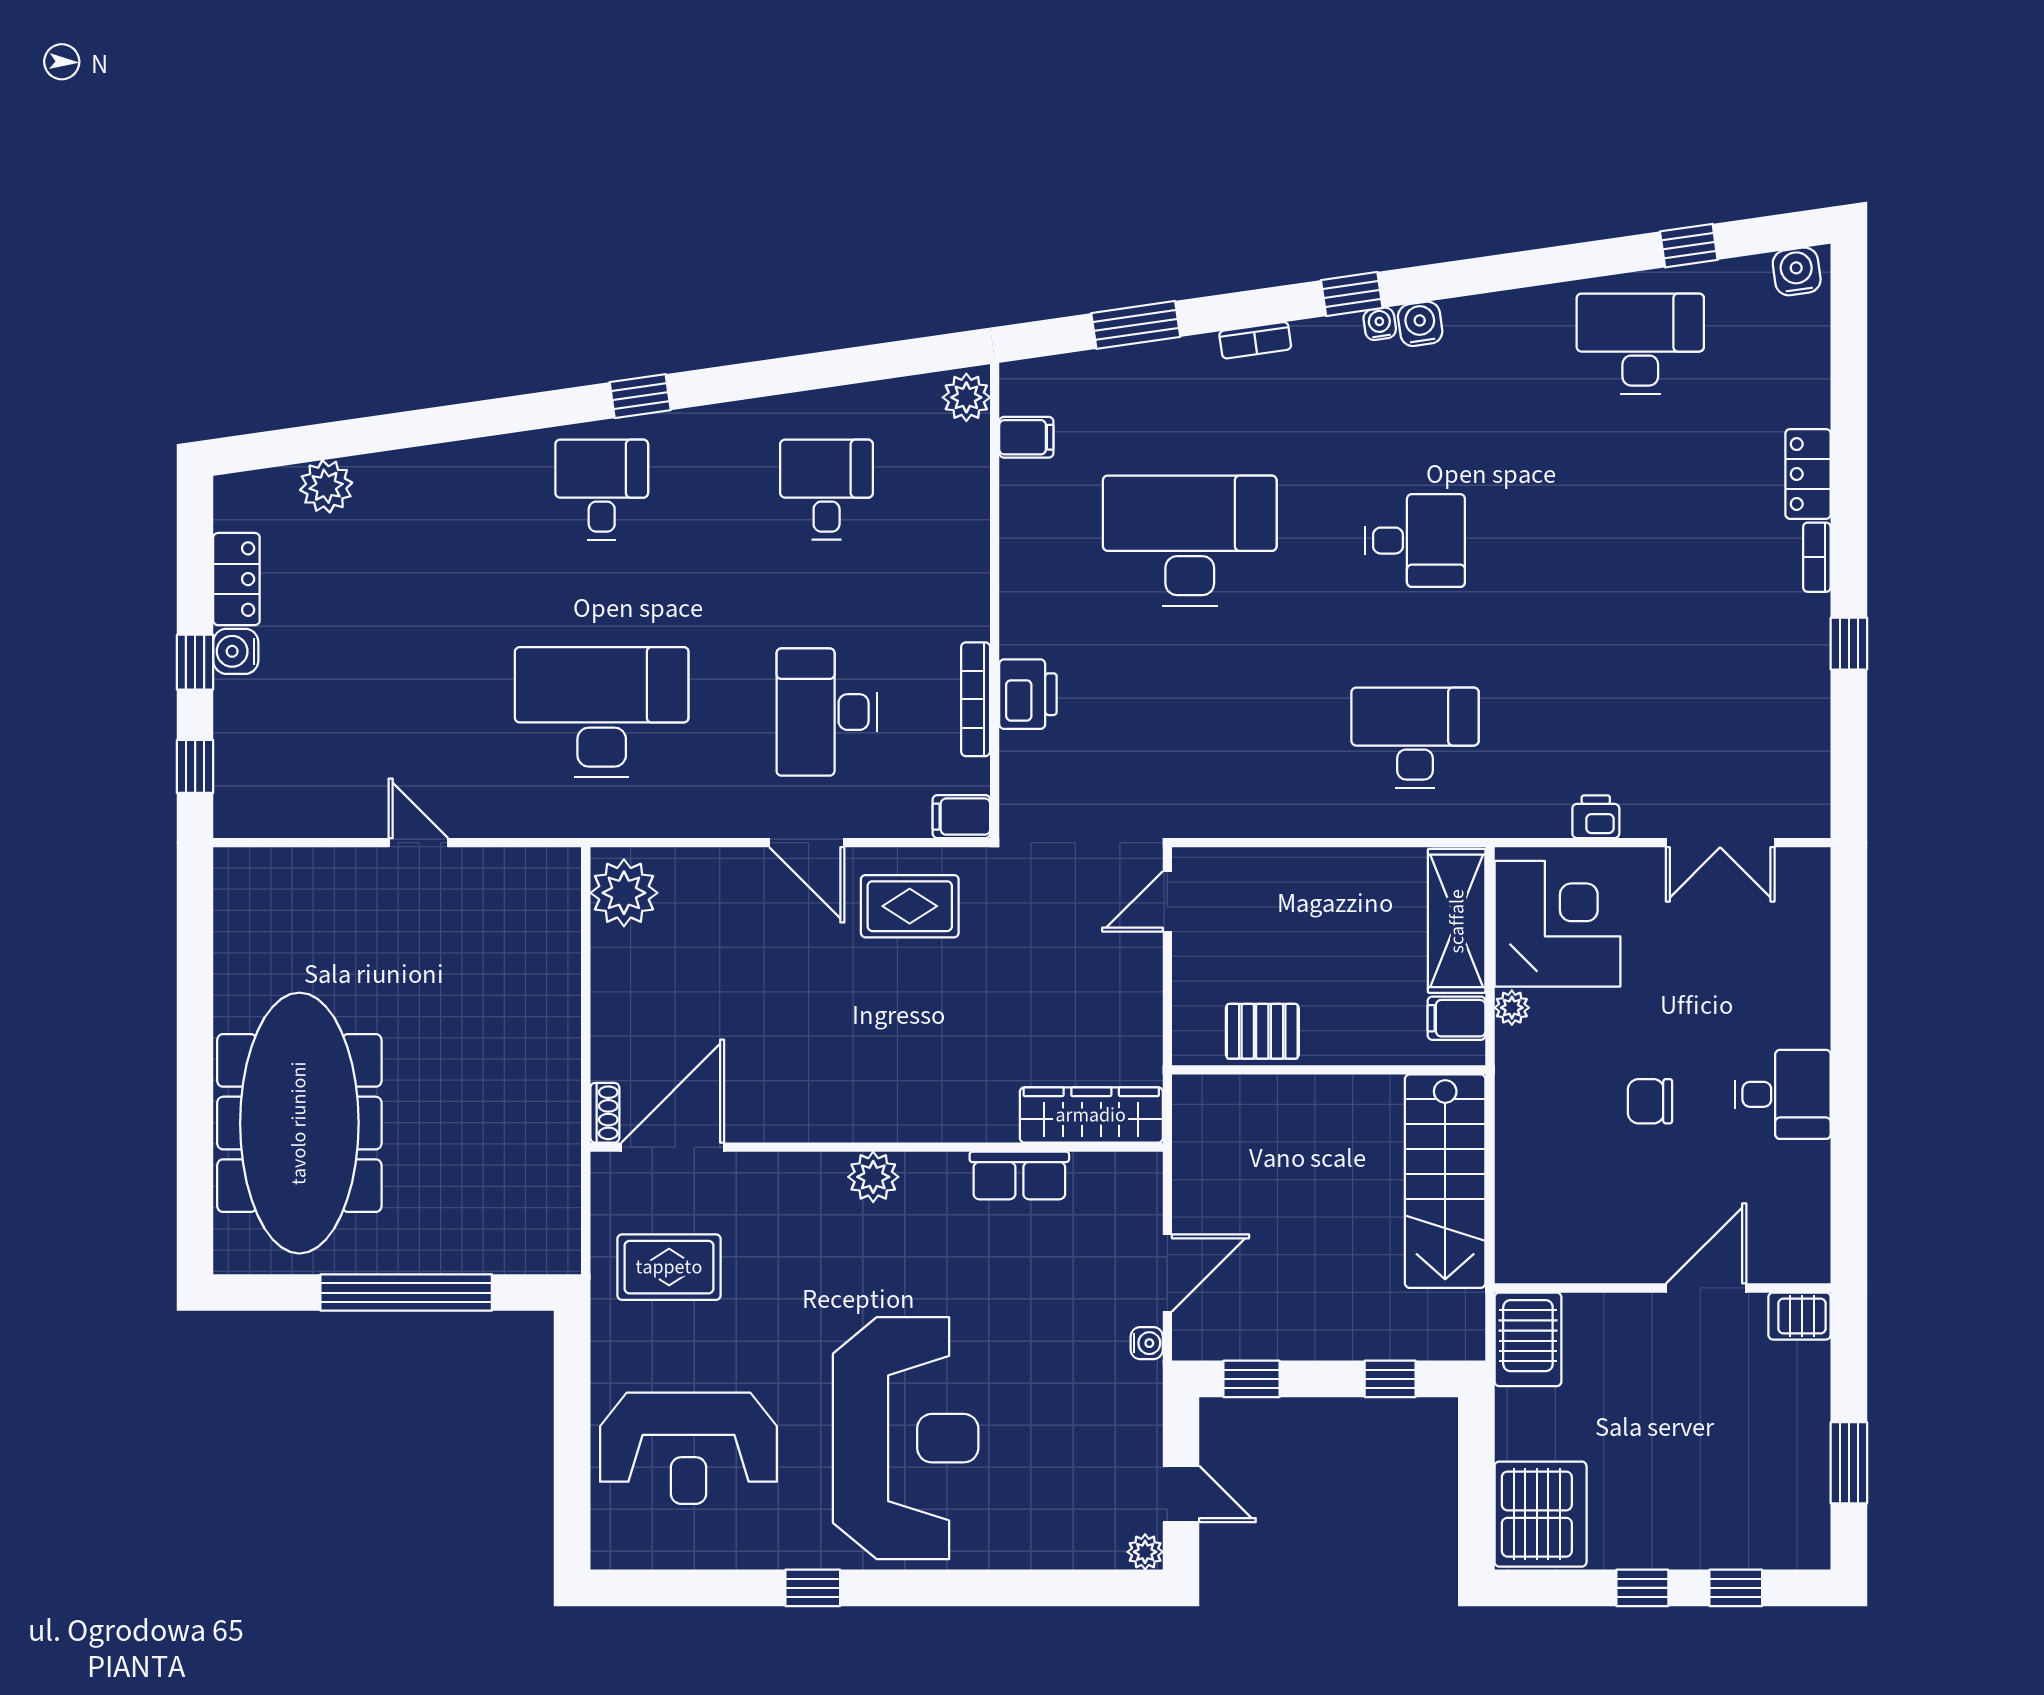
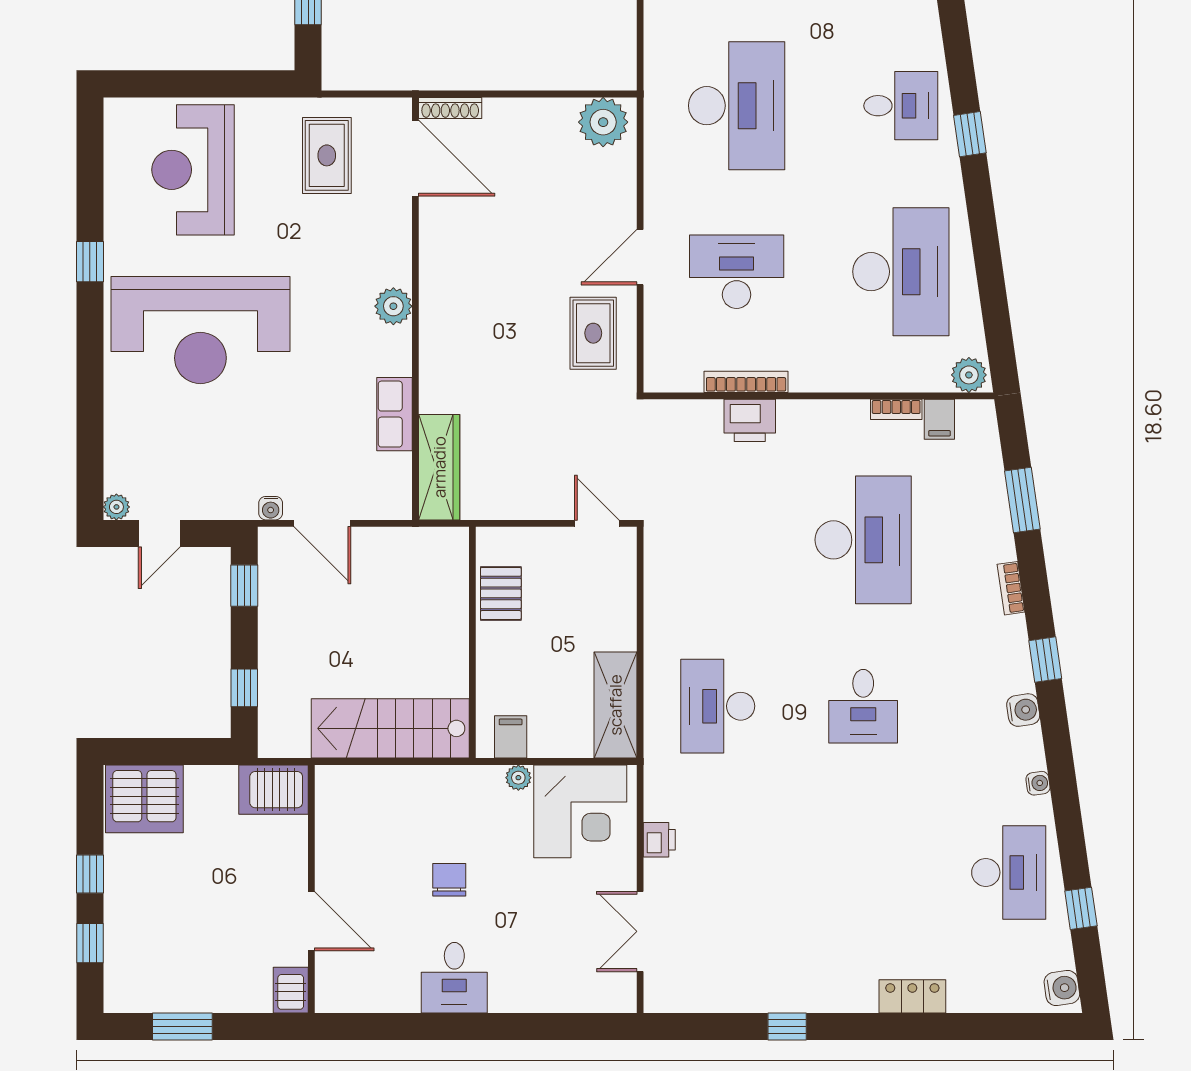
water cooler: (1380, 324) -> (1038, 783), moved
desk: (827, 490) -> (901, 272), width x1.87, depth x1.30
bookcase: (1817, 557) -> (896, 409), moved, turned 180
desk: (1415, 738) -> (718, 706), turned 180
filing cabinet: (961, 817) -> (659, 371), removed
shelving: (1457, 921) -> (615, 705), moved, turned 90
shoe rack: (605, 1113) -> (450, 108), width x1.43

